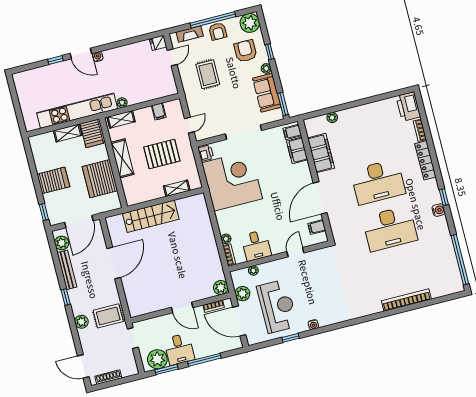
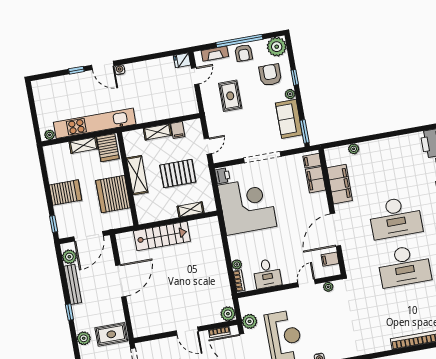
plant: (122, 103) -> (50, 135), moved
shelving: (121, 119) -> (158, 132), moved
plant: (253, 270) -> (328, 287), moved

